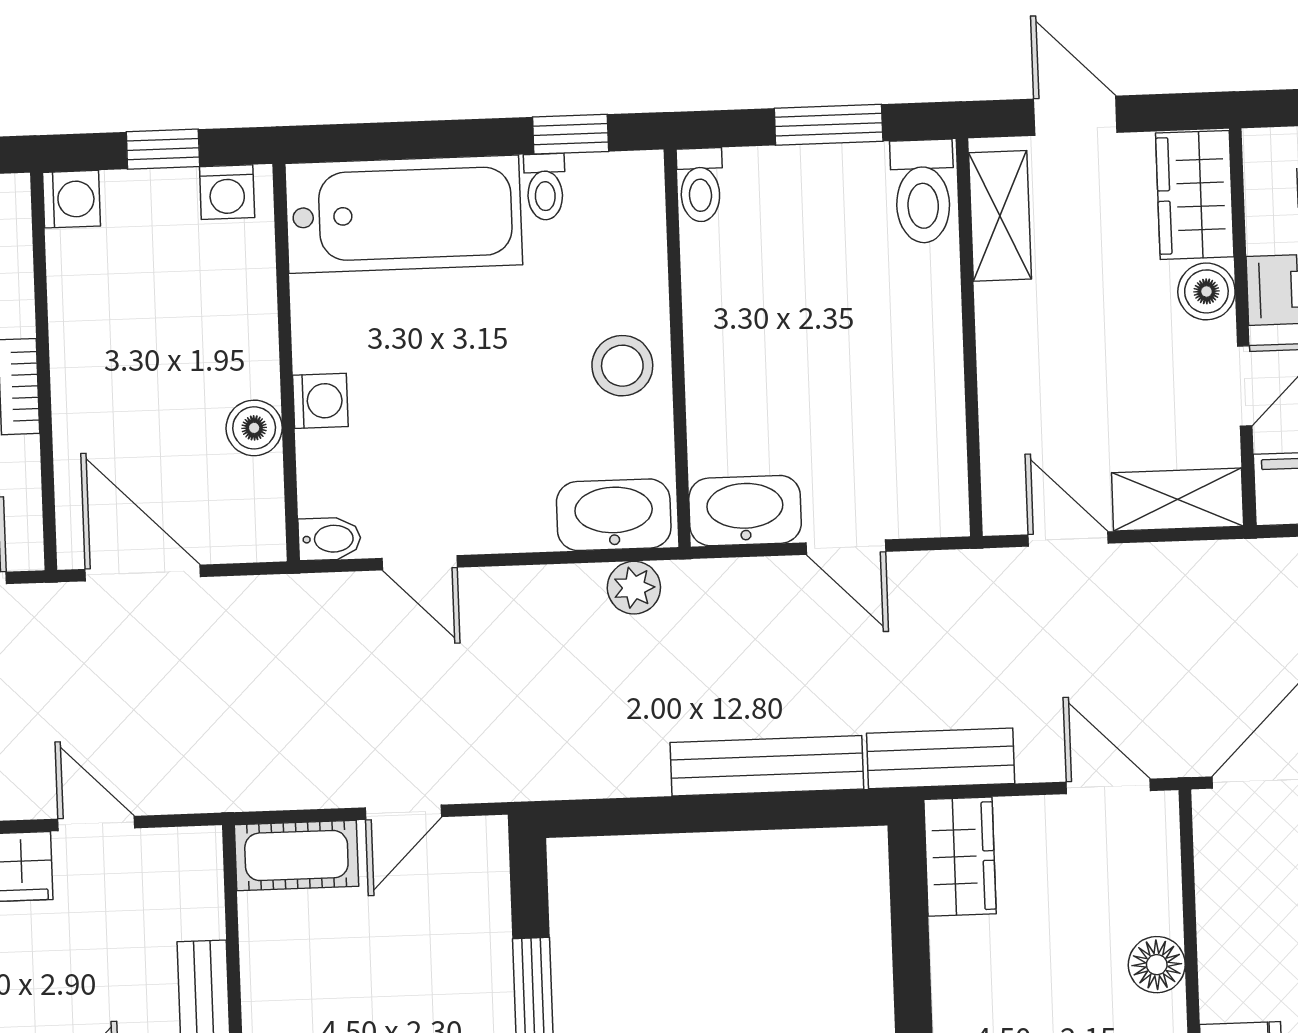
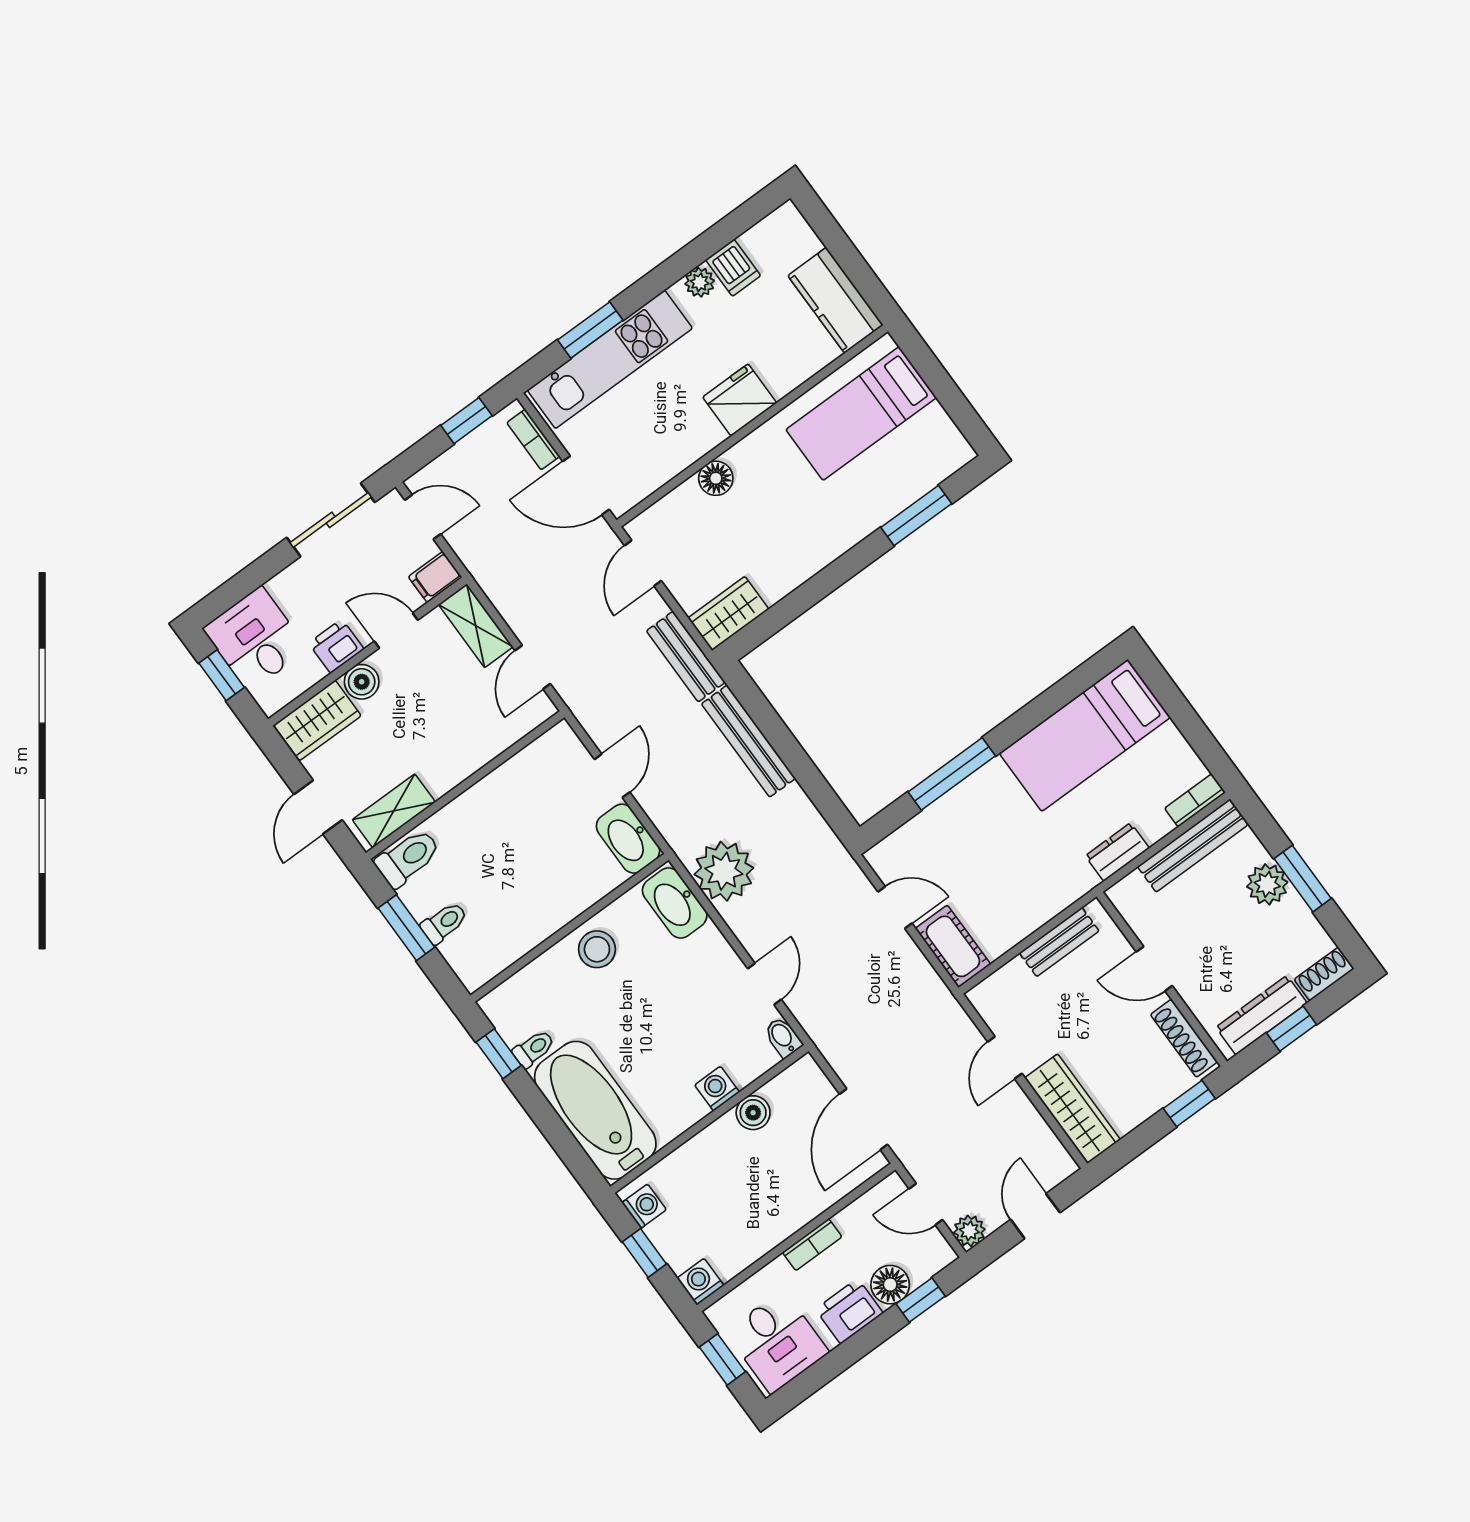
toilet: (700, 185) -> (444, 923), moved
plant: (634, 588) -> (724, 871), width x1.88, depth x1.88

